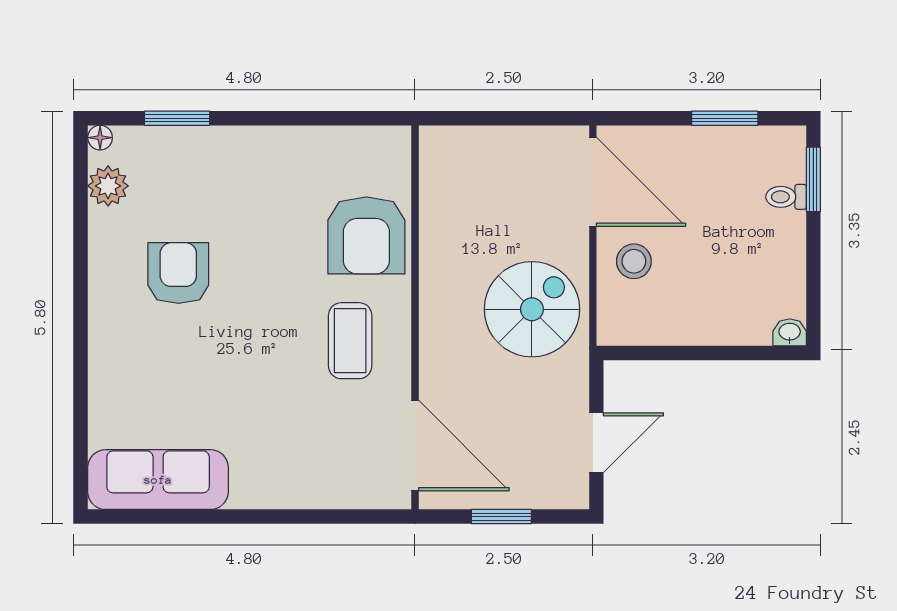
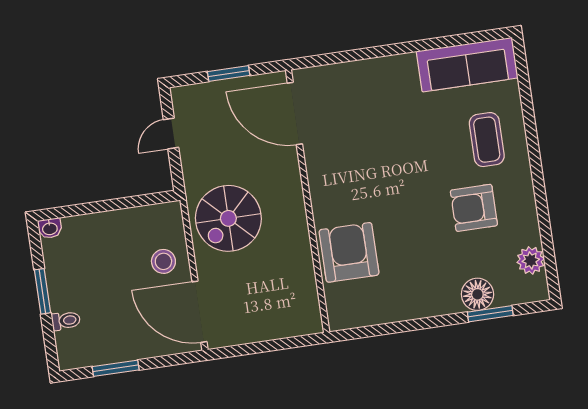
floor lamp: (100, 138) -> (477, 294), moved, width x1.89, depth x1.89
window: (813, 179) -> (42, 291), moved
armchair: (178, 273) -> (474, 208), turned 90
coffee table: (350, 341) -> (487, 140), moved
door: (596, 443) -> (171, 134), width x0.73

